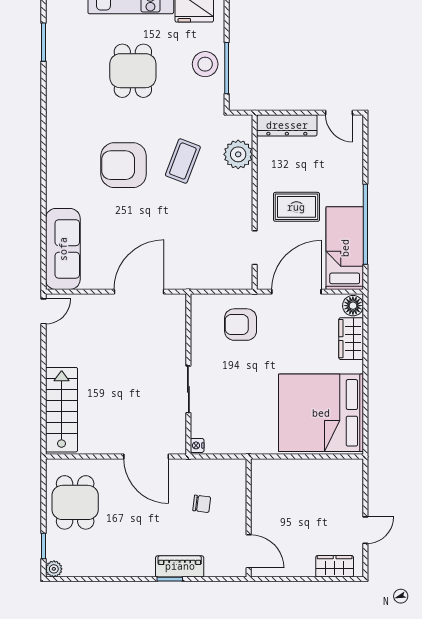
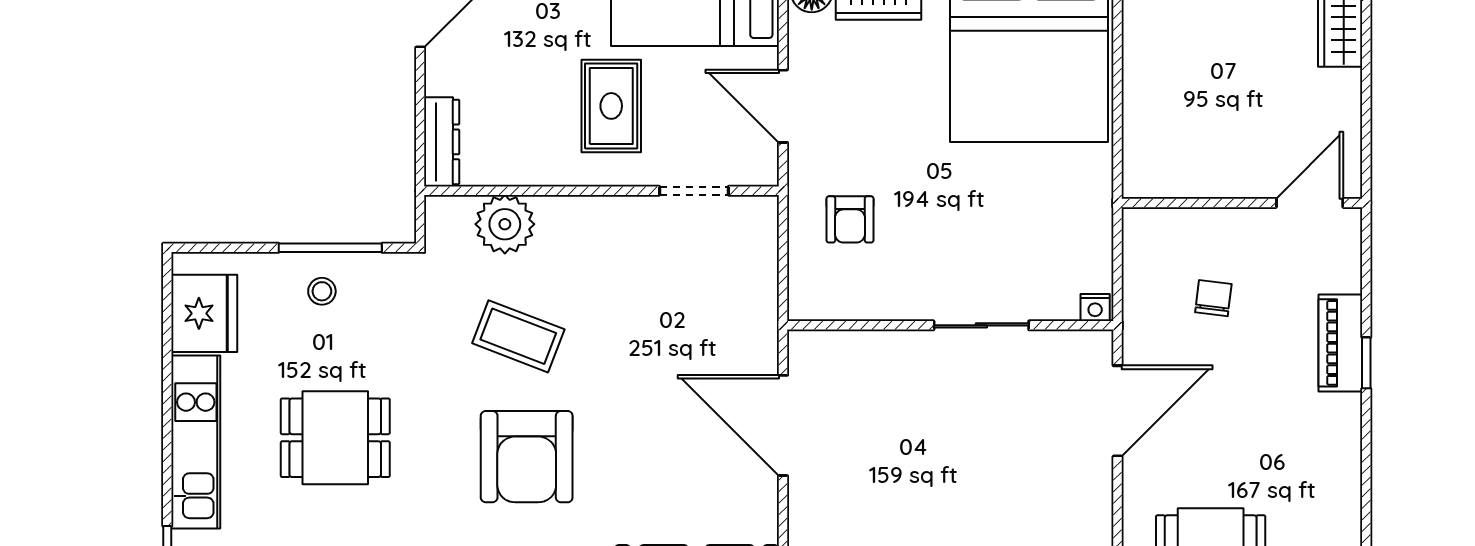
stool: (205, 64) -> (322, 291), width x0.53, depth x0.53
dresser: (287, 125) -> (442, 142), width x0.73, depth x0.80
door: (296, 292) -> (783, 106), width x0.73
armchair: (241, 325) -> (850, 219), width x0.72, depth x0.72

